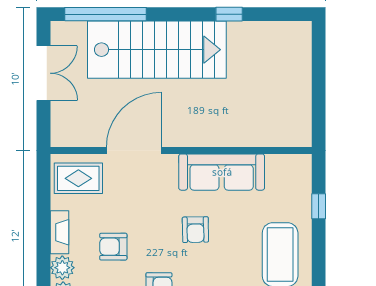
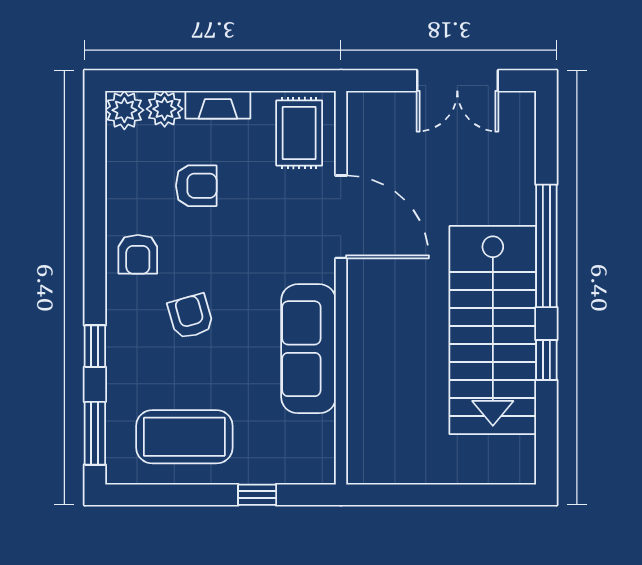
window: (106, 14) -> (546, 246), moved
stairs: (157, 50) -> (493, 330), moved
armchair: (195, 230) -> (191, 316), moved, turned 75
armchair: (113, 247) -> (196, 186), turned 90

